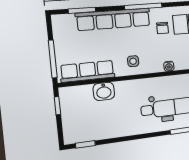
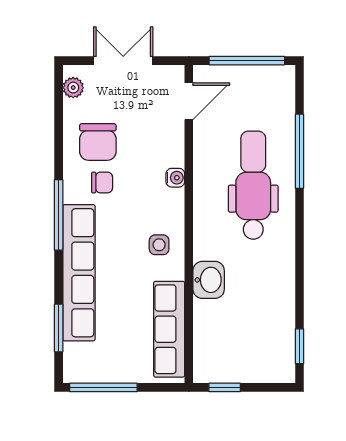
window: (53, 59) -> (103, 387), moved
washbasin: (104, 91) -> (209, 280), moved

